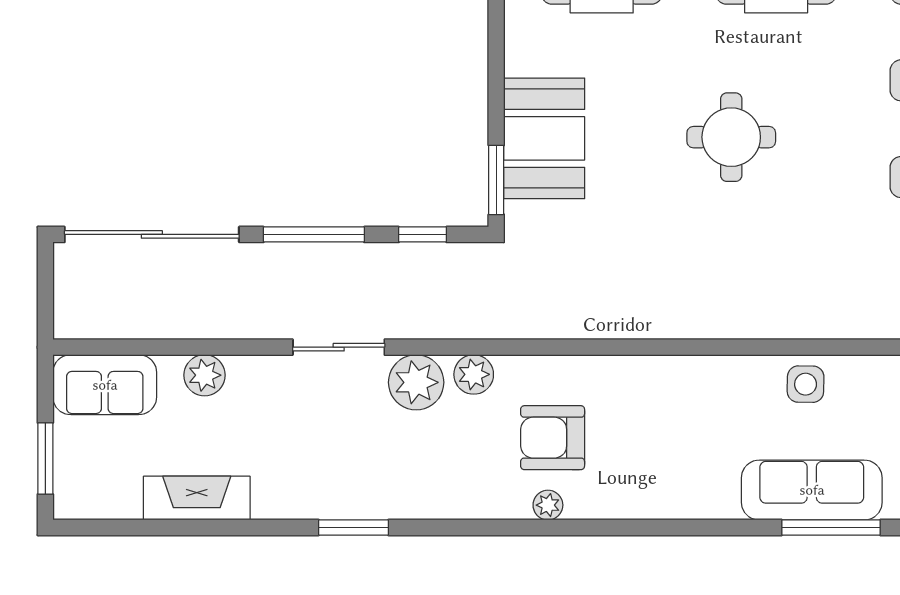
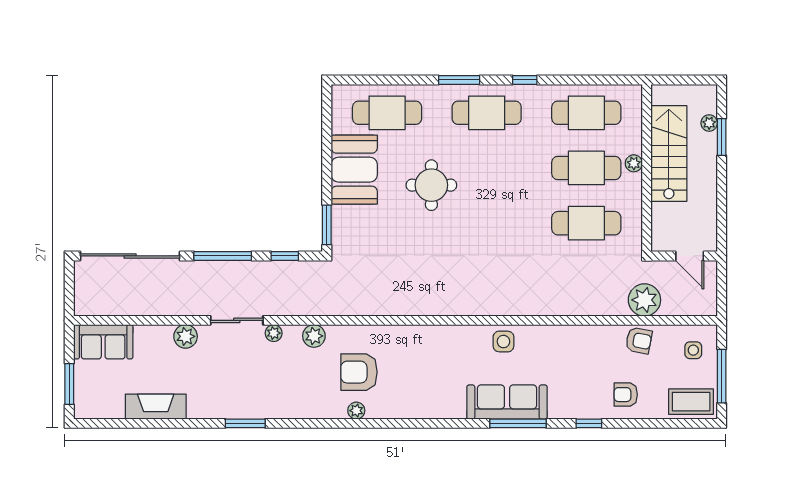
round table: (731, 137) -> (431, 185), moved
booth: (544, 138) -> (354, 170), moved
plant: (205, 375) -> (186, 336), moved
plant: (416, 382) -> (274, 333), width x0.53, depth x0.53

